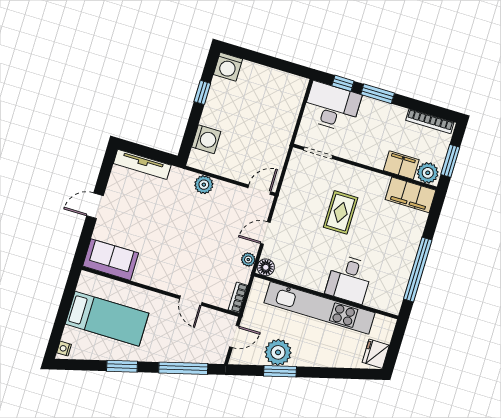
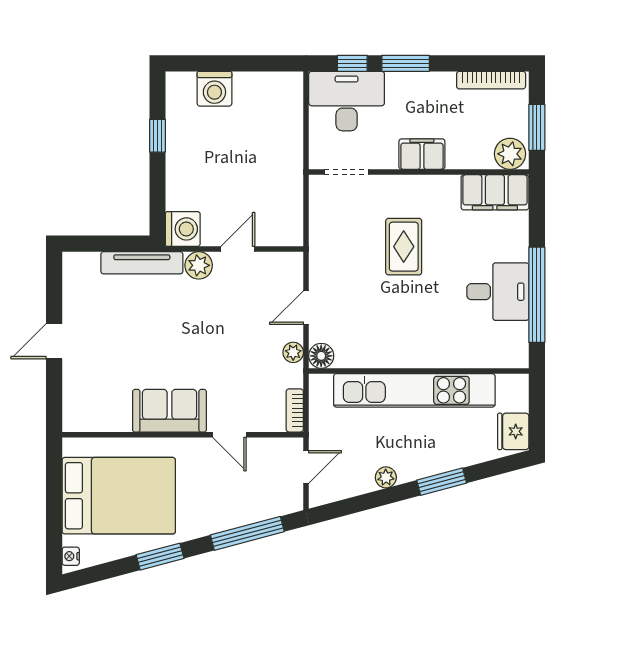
washing machine: (228, 67) -> (214, 89), moved
washing machine: (206, 139) -> (183, 229), moved
tv unit: (142, 164) -> (142, 263), moved
filing cabinet: (401, 165) -> (422, 154), moved
door: (259, 190) -> (238, 249), moved
sofa: (111, 260) -> (169, 411), moved
desk: (349, 279) -> (498, 292), moved, turned -90
bed: (107, 319) -> (119, 496), width x1.50
plant: (278, 352) -> (386, 477), width x0.53, depth x0.53
window: (280, 371) -> (442, 482), moved

